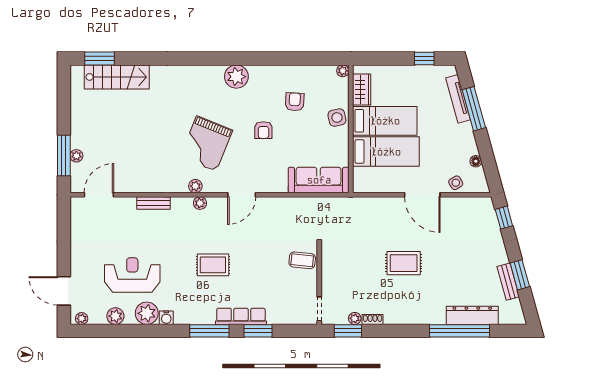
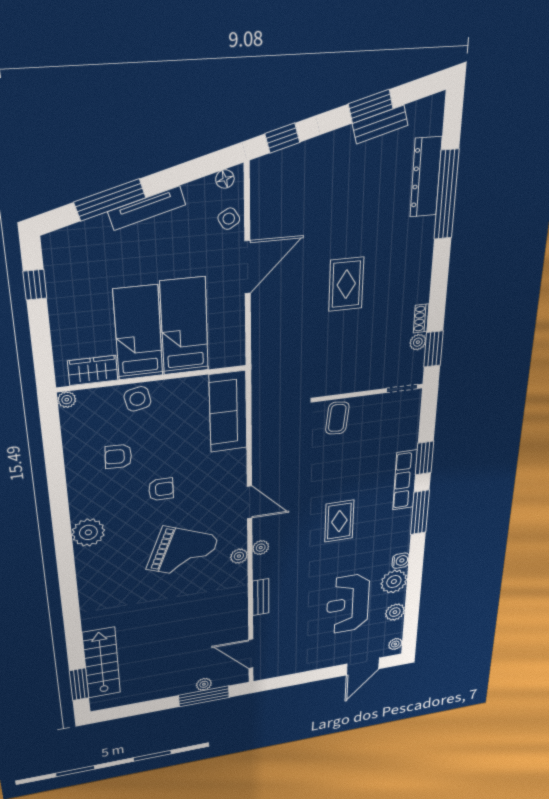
tv unit: (458, 99) -> (147, 208), moved
floor lamp: (476, 161) -> (225, 179), moved

